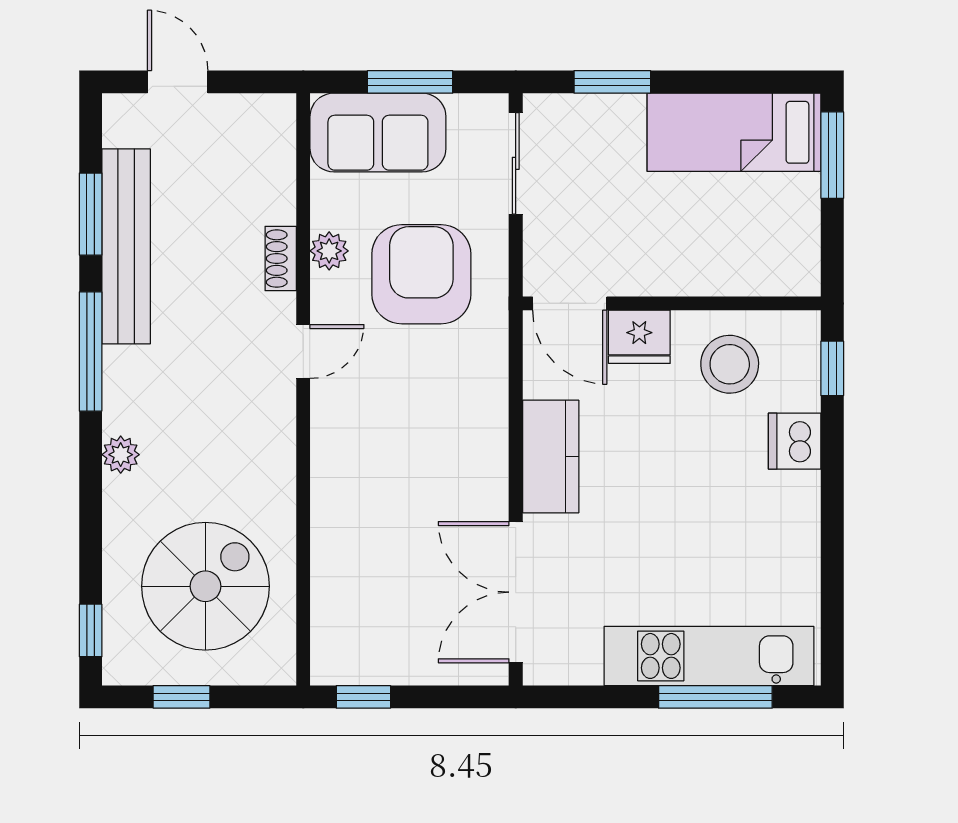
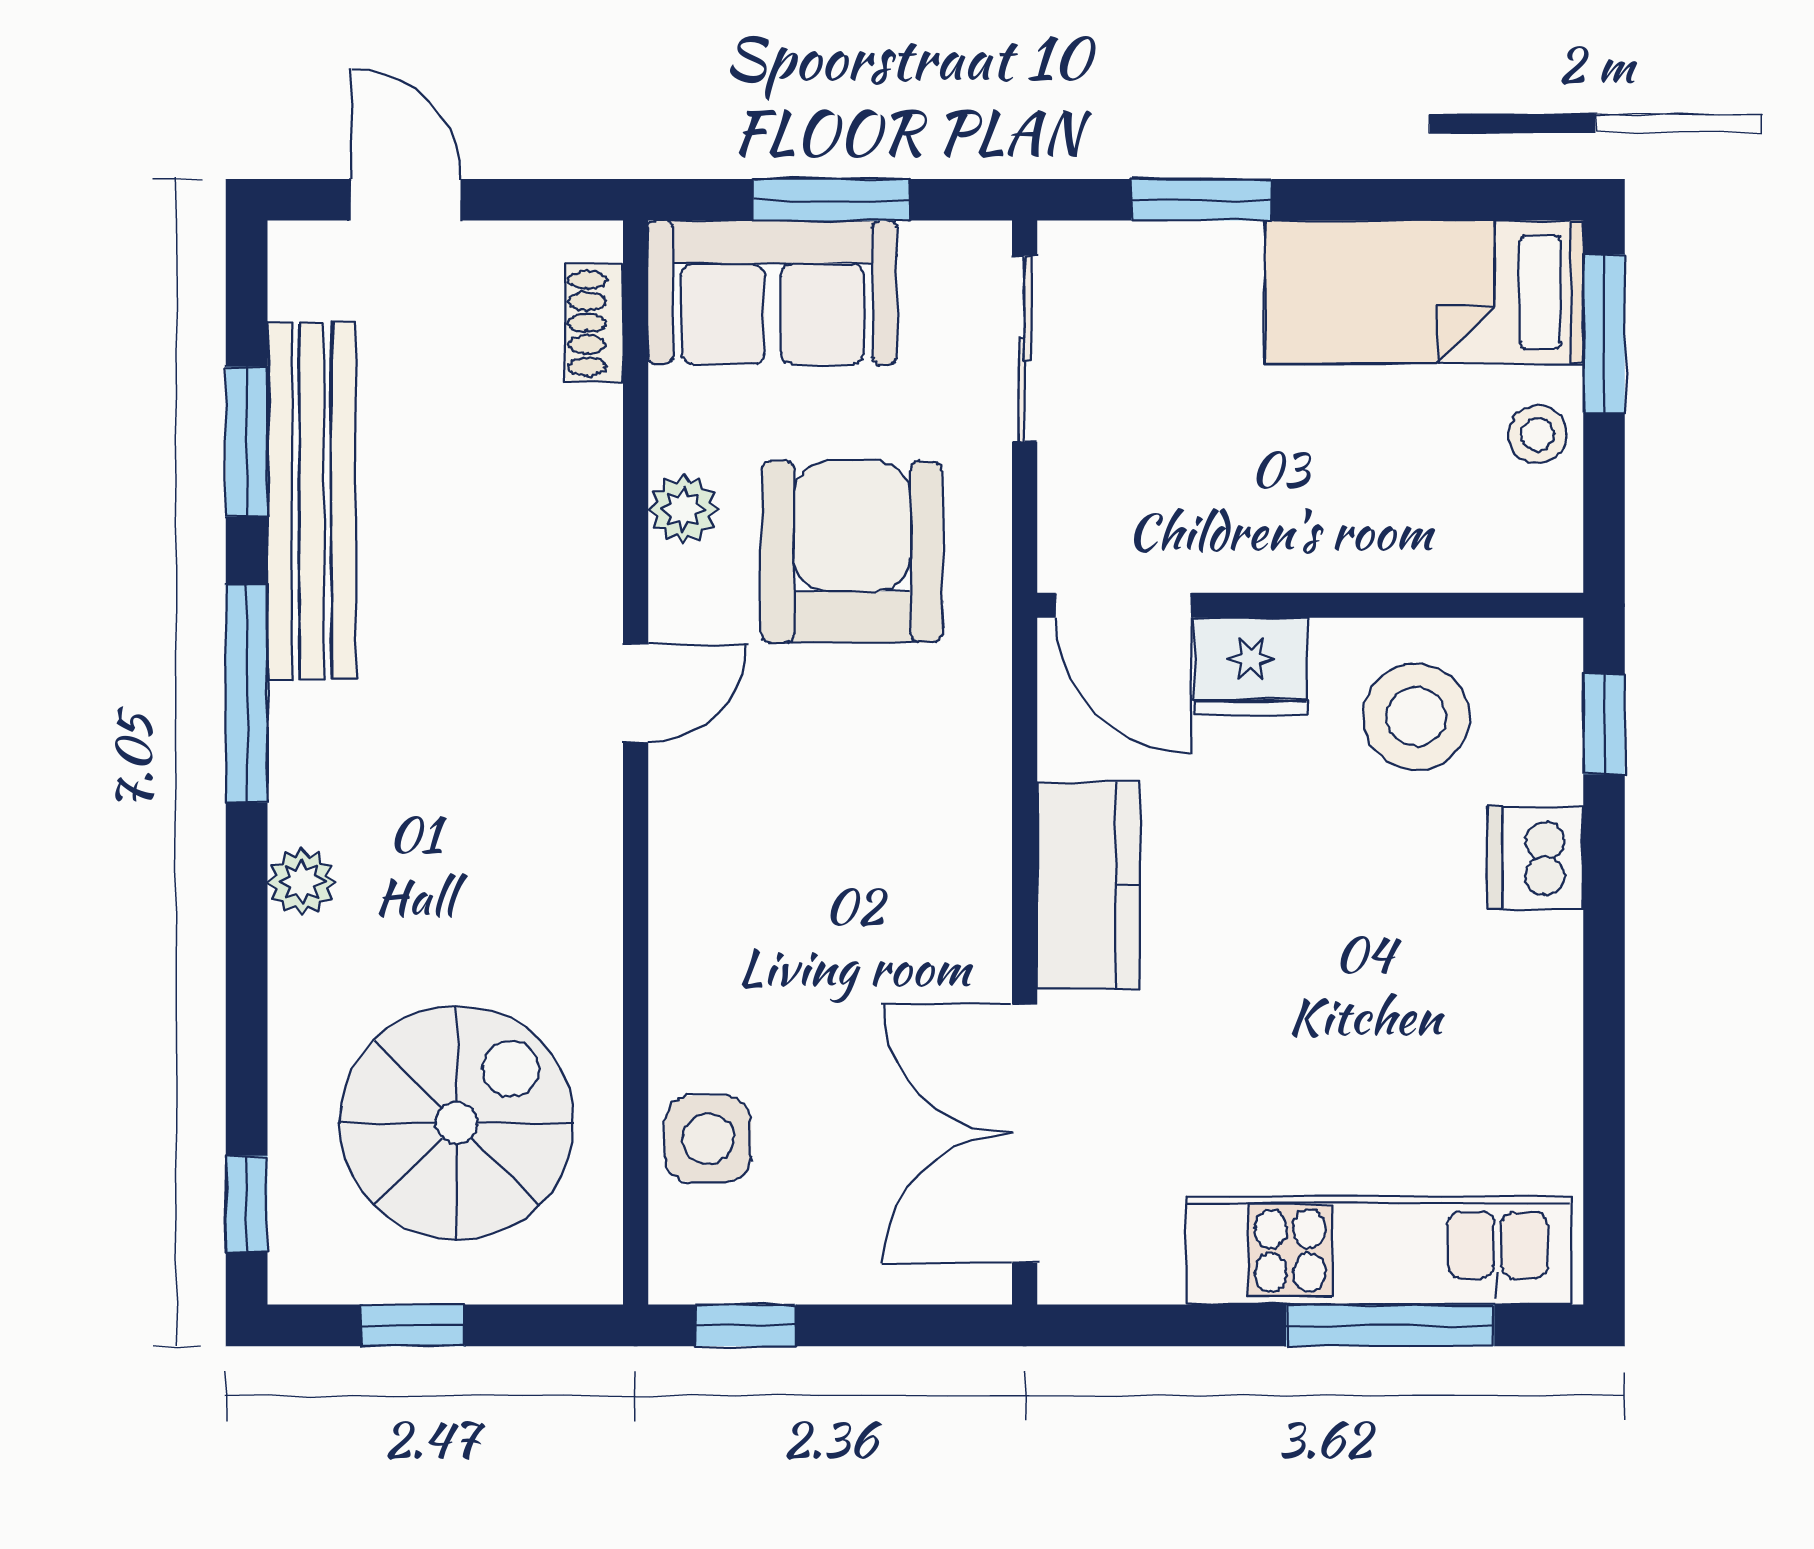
stool: (796, 210) -> (1537, 434), added
shoe rack: (281, 259) -> (595, 323), moved
side table: (343, 595) -> (708, 1139), added

